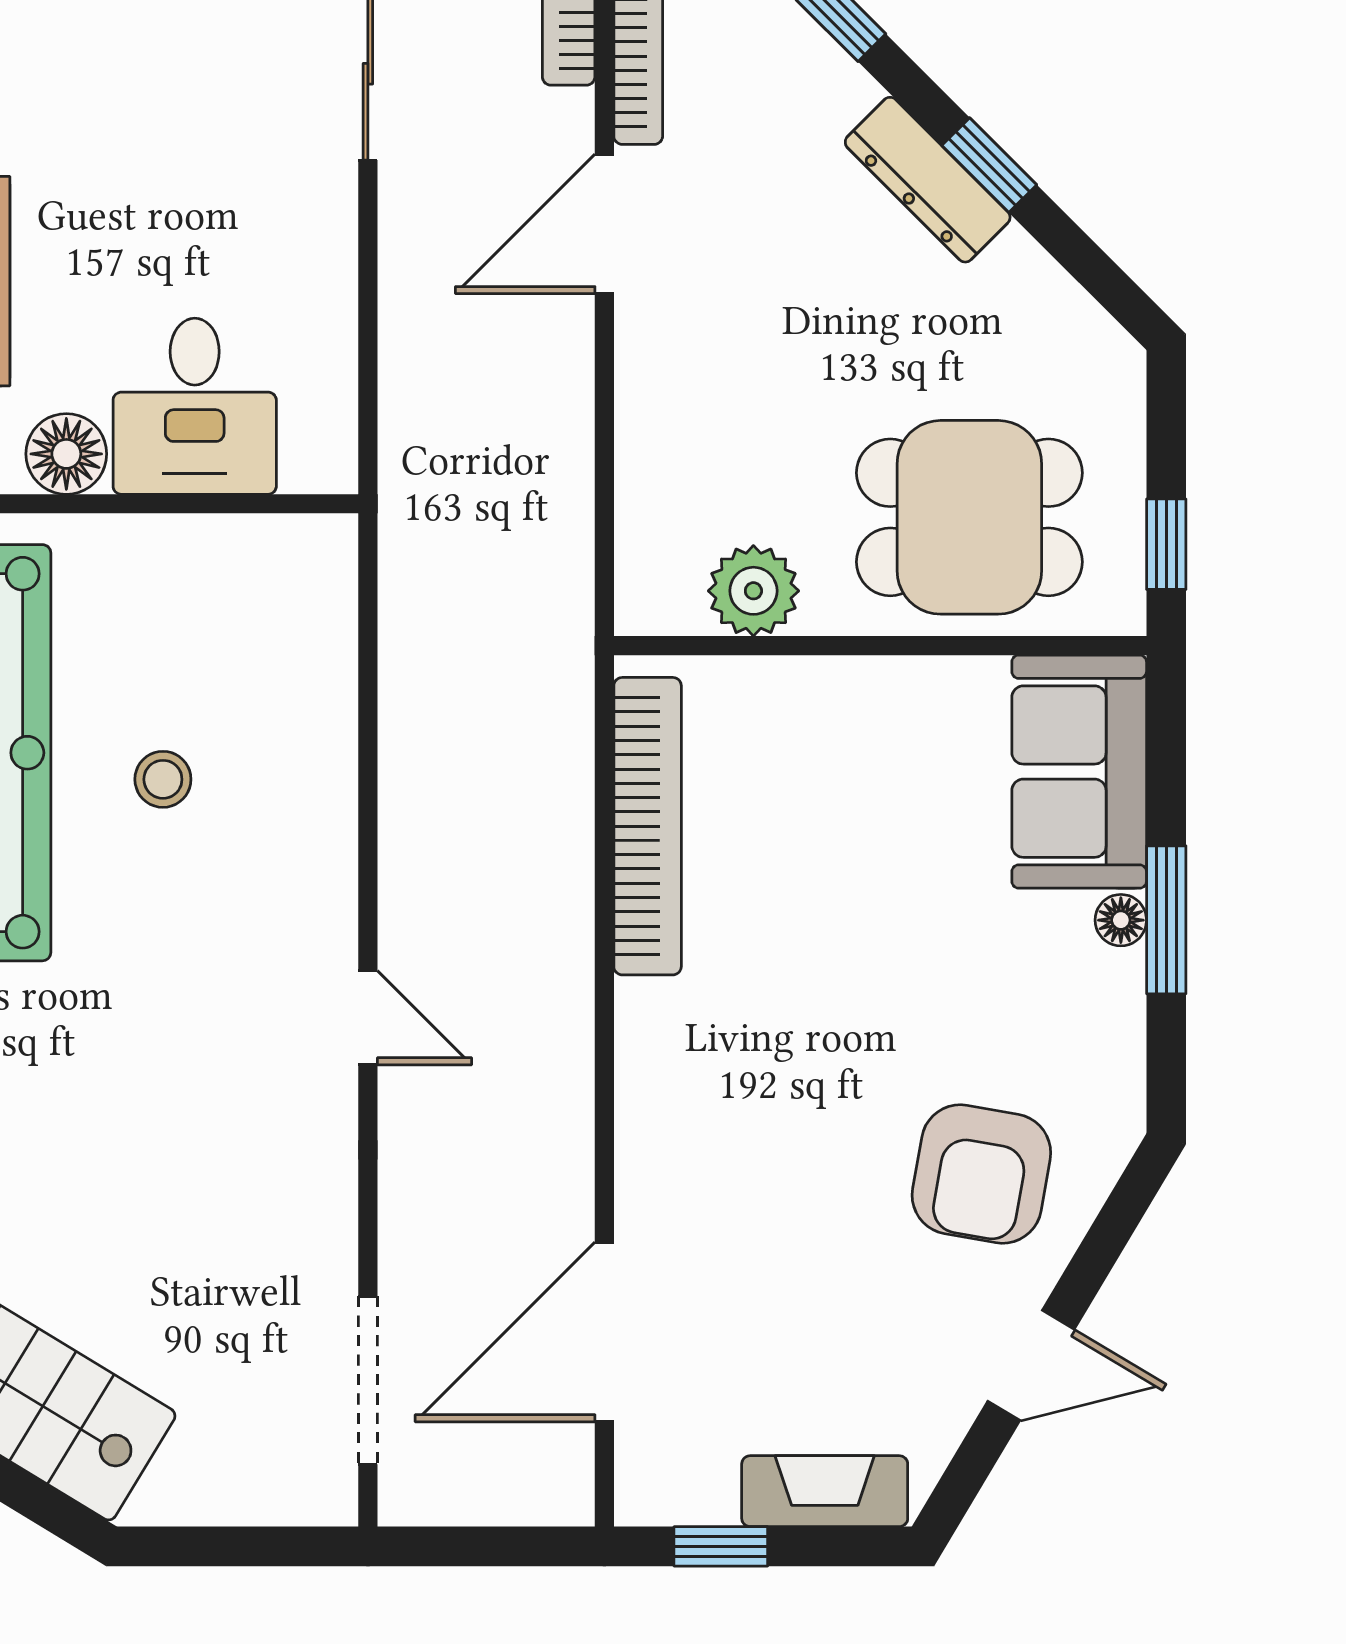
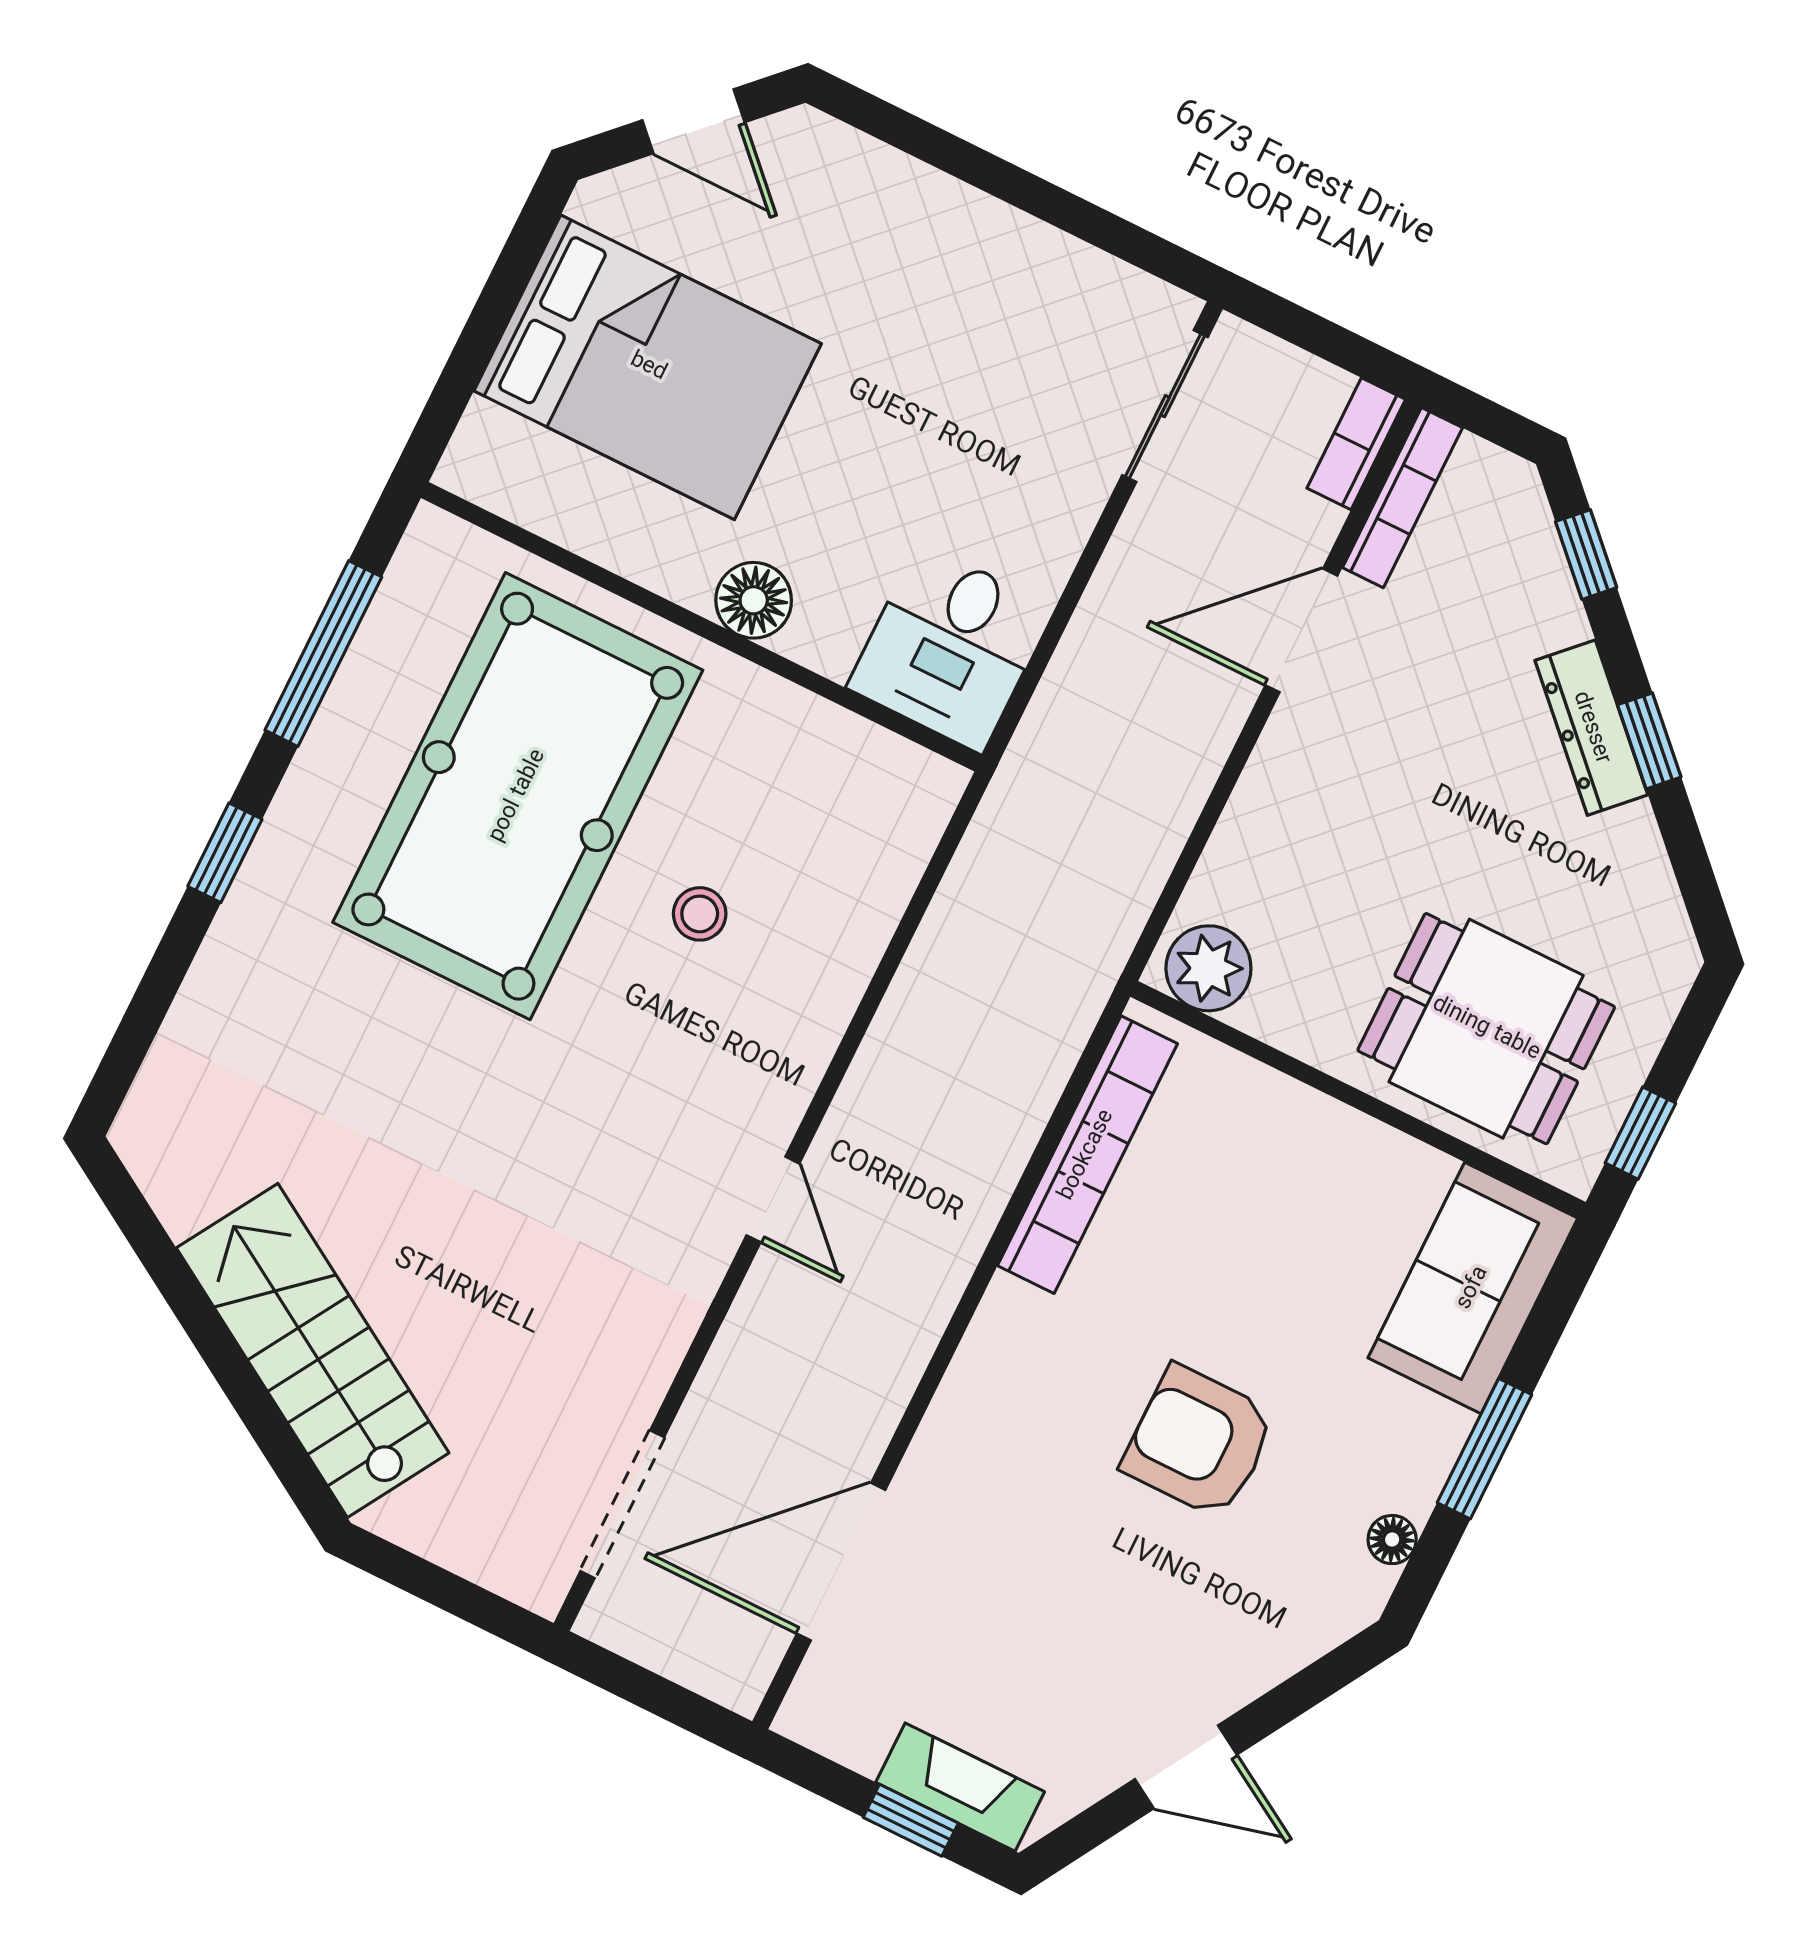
desk: (195, 406) -> (950, 648), moved
plant: (753, 591) -> (1208, 968), moved
floor lamp: (1121, 920) -> (1392, 1540), moved
armchair: (981, 1174) -> (1199, 1442), moved, turned 80
window: (721, 1546) -> (911, 1820), moved

